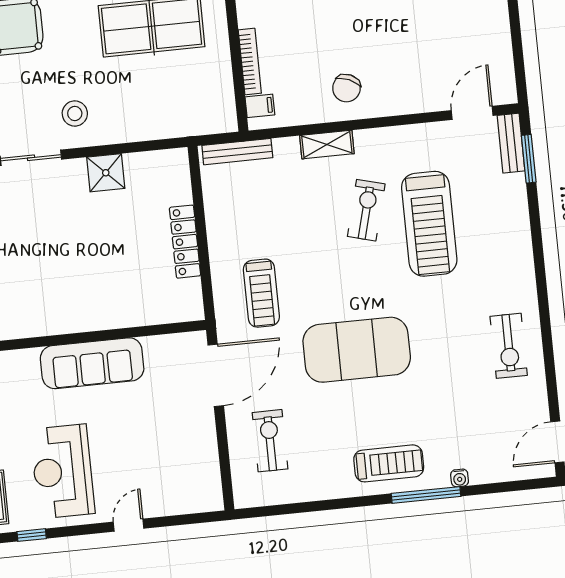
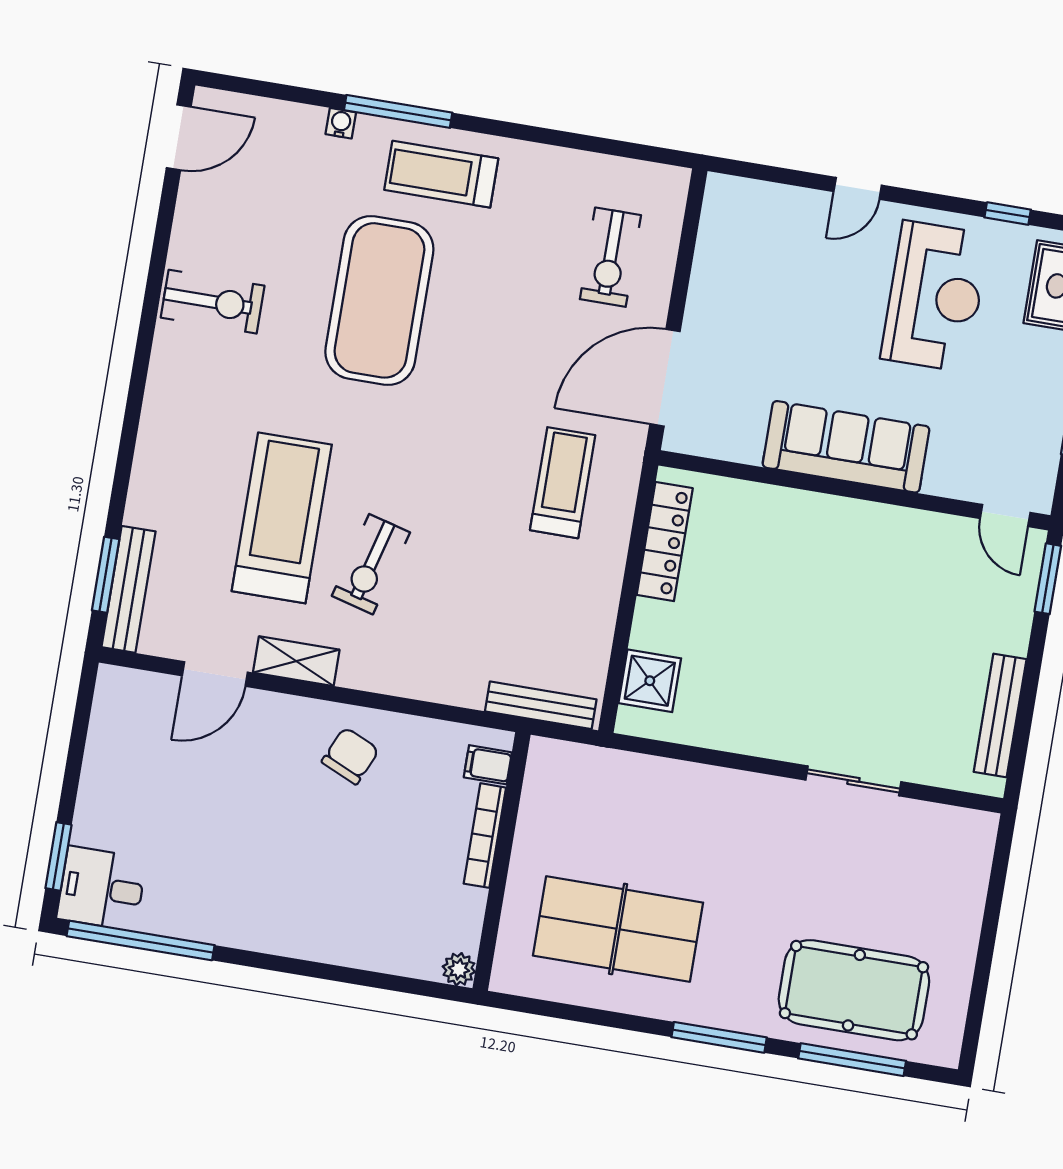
stool: (75, 113) -> (769, 829), removed
door: (472, 113) -> (215, 674), moved
bench: (511, 143) -> (128, 589), width x1.36
shelving: (327, 145) -> (296, 661), moved
shower: (106, 173) -> (650, 681), moved
locker: (185, 242) -> (665, 542), moved
exercise bike: (509, 346) -> (213, 302), turned 90
exercise mat: (357, 350) -> (379, 300), moved, turned 90

